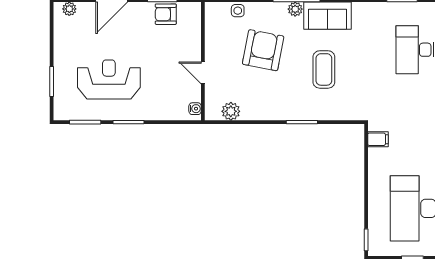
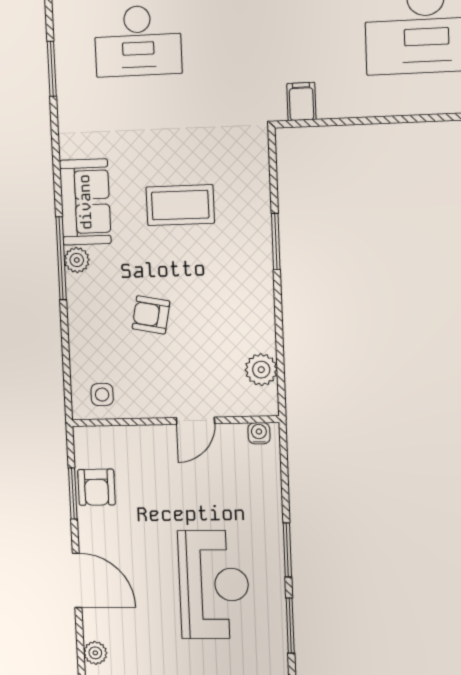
side table: (238, 11) -> (102, 395), moved
armchair: (263, 50) -> (151, 315), width x0.53, depth x0.53
reception desk: (109, 79) -> (214, 585), turned 180

